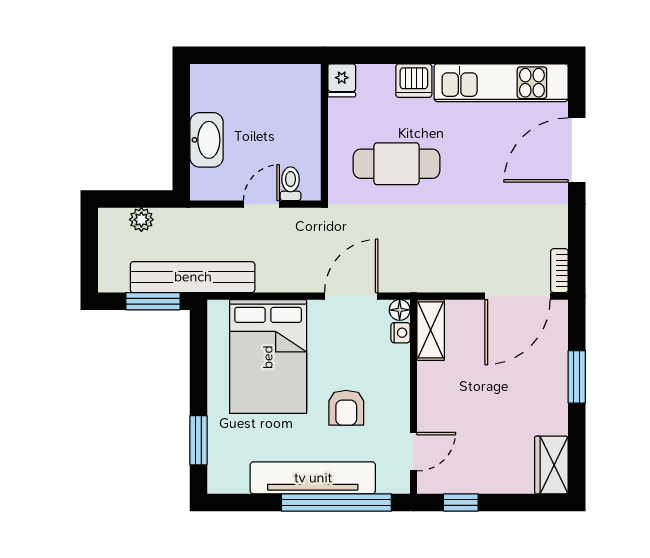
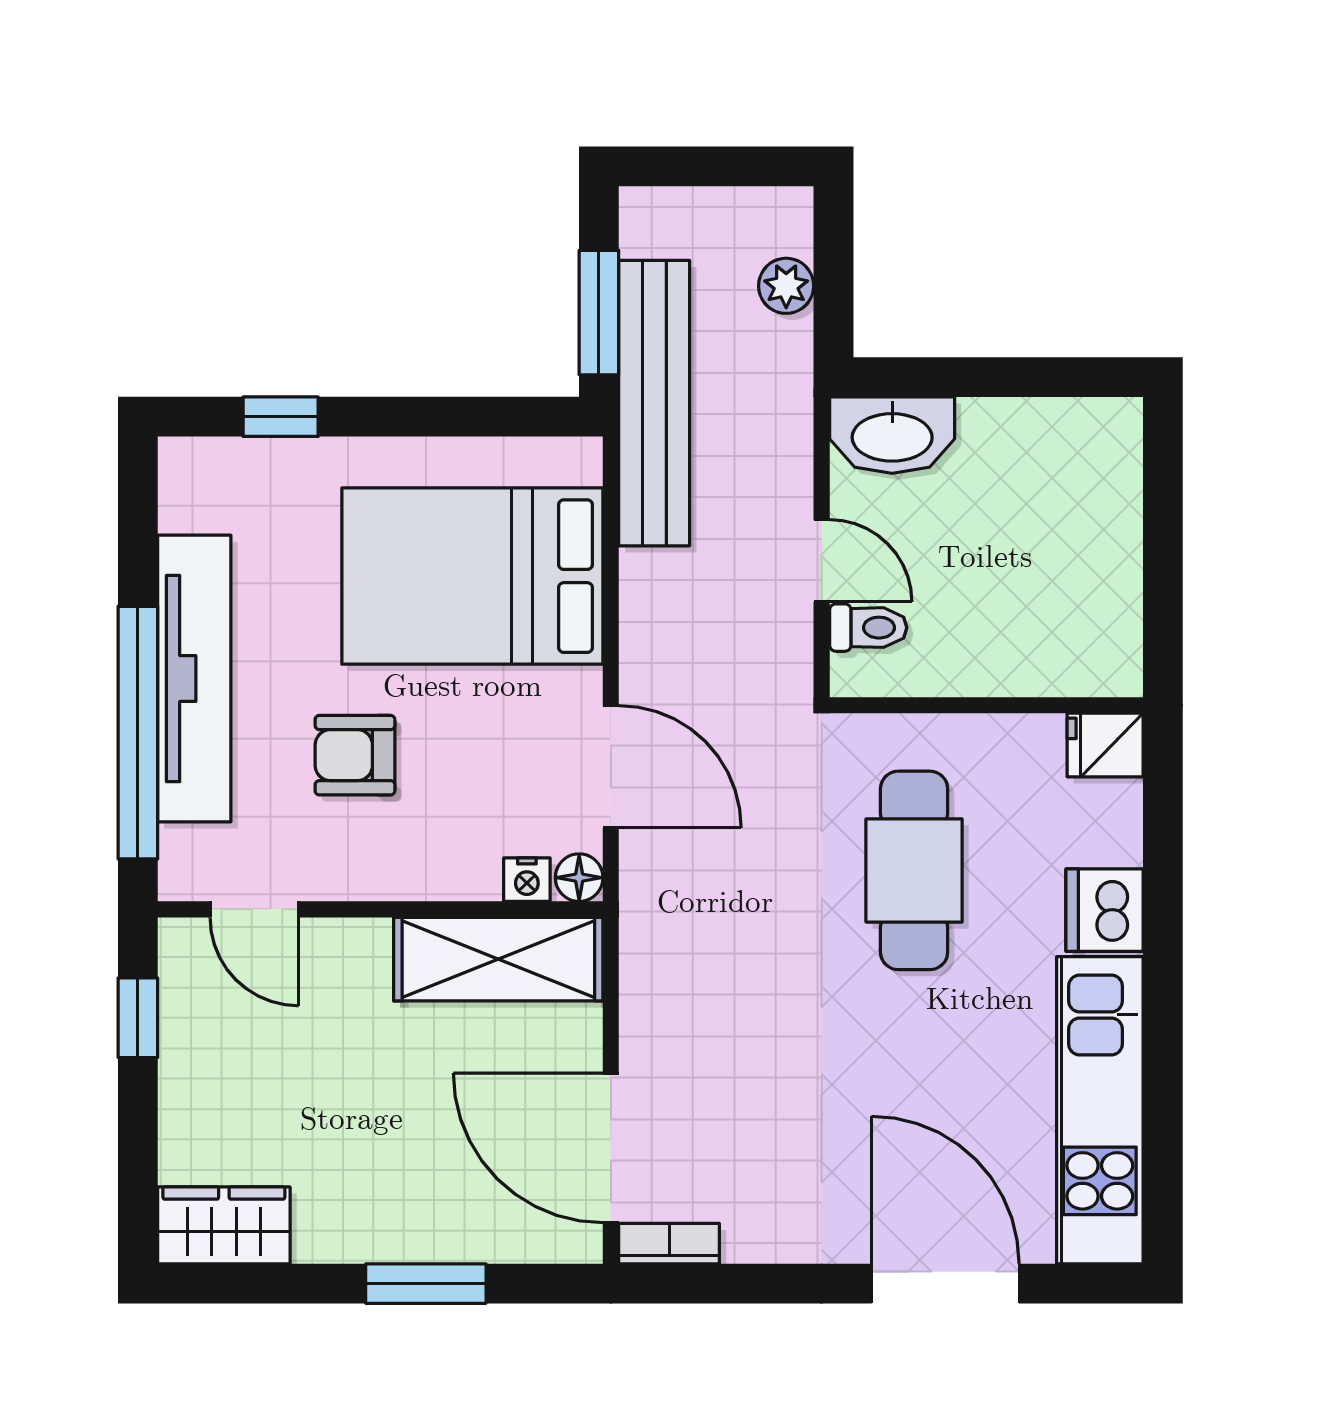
washbasin: (207, 140) -> (892, 435), moved
shelving: (431, 330) -> (498, 959), width x1.50, depth x1.33
window: (198, 440) -> (281, 417), width x0.67

